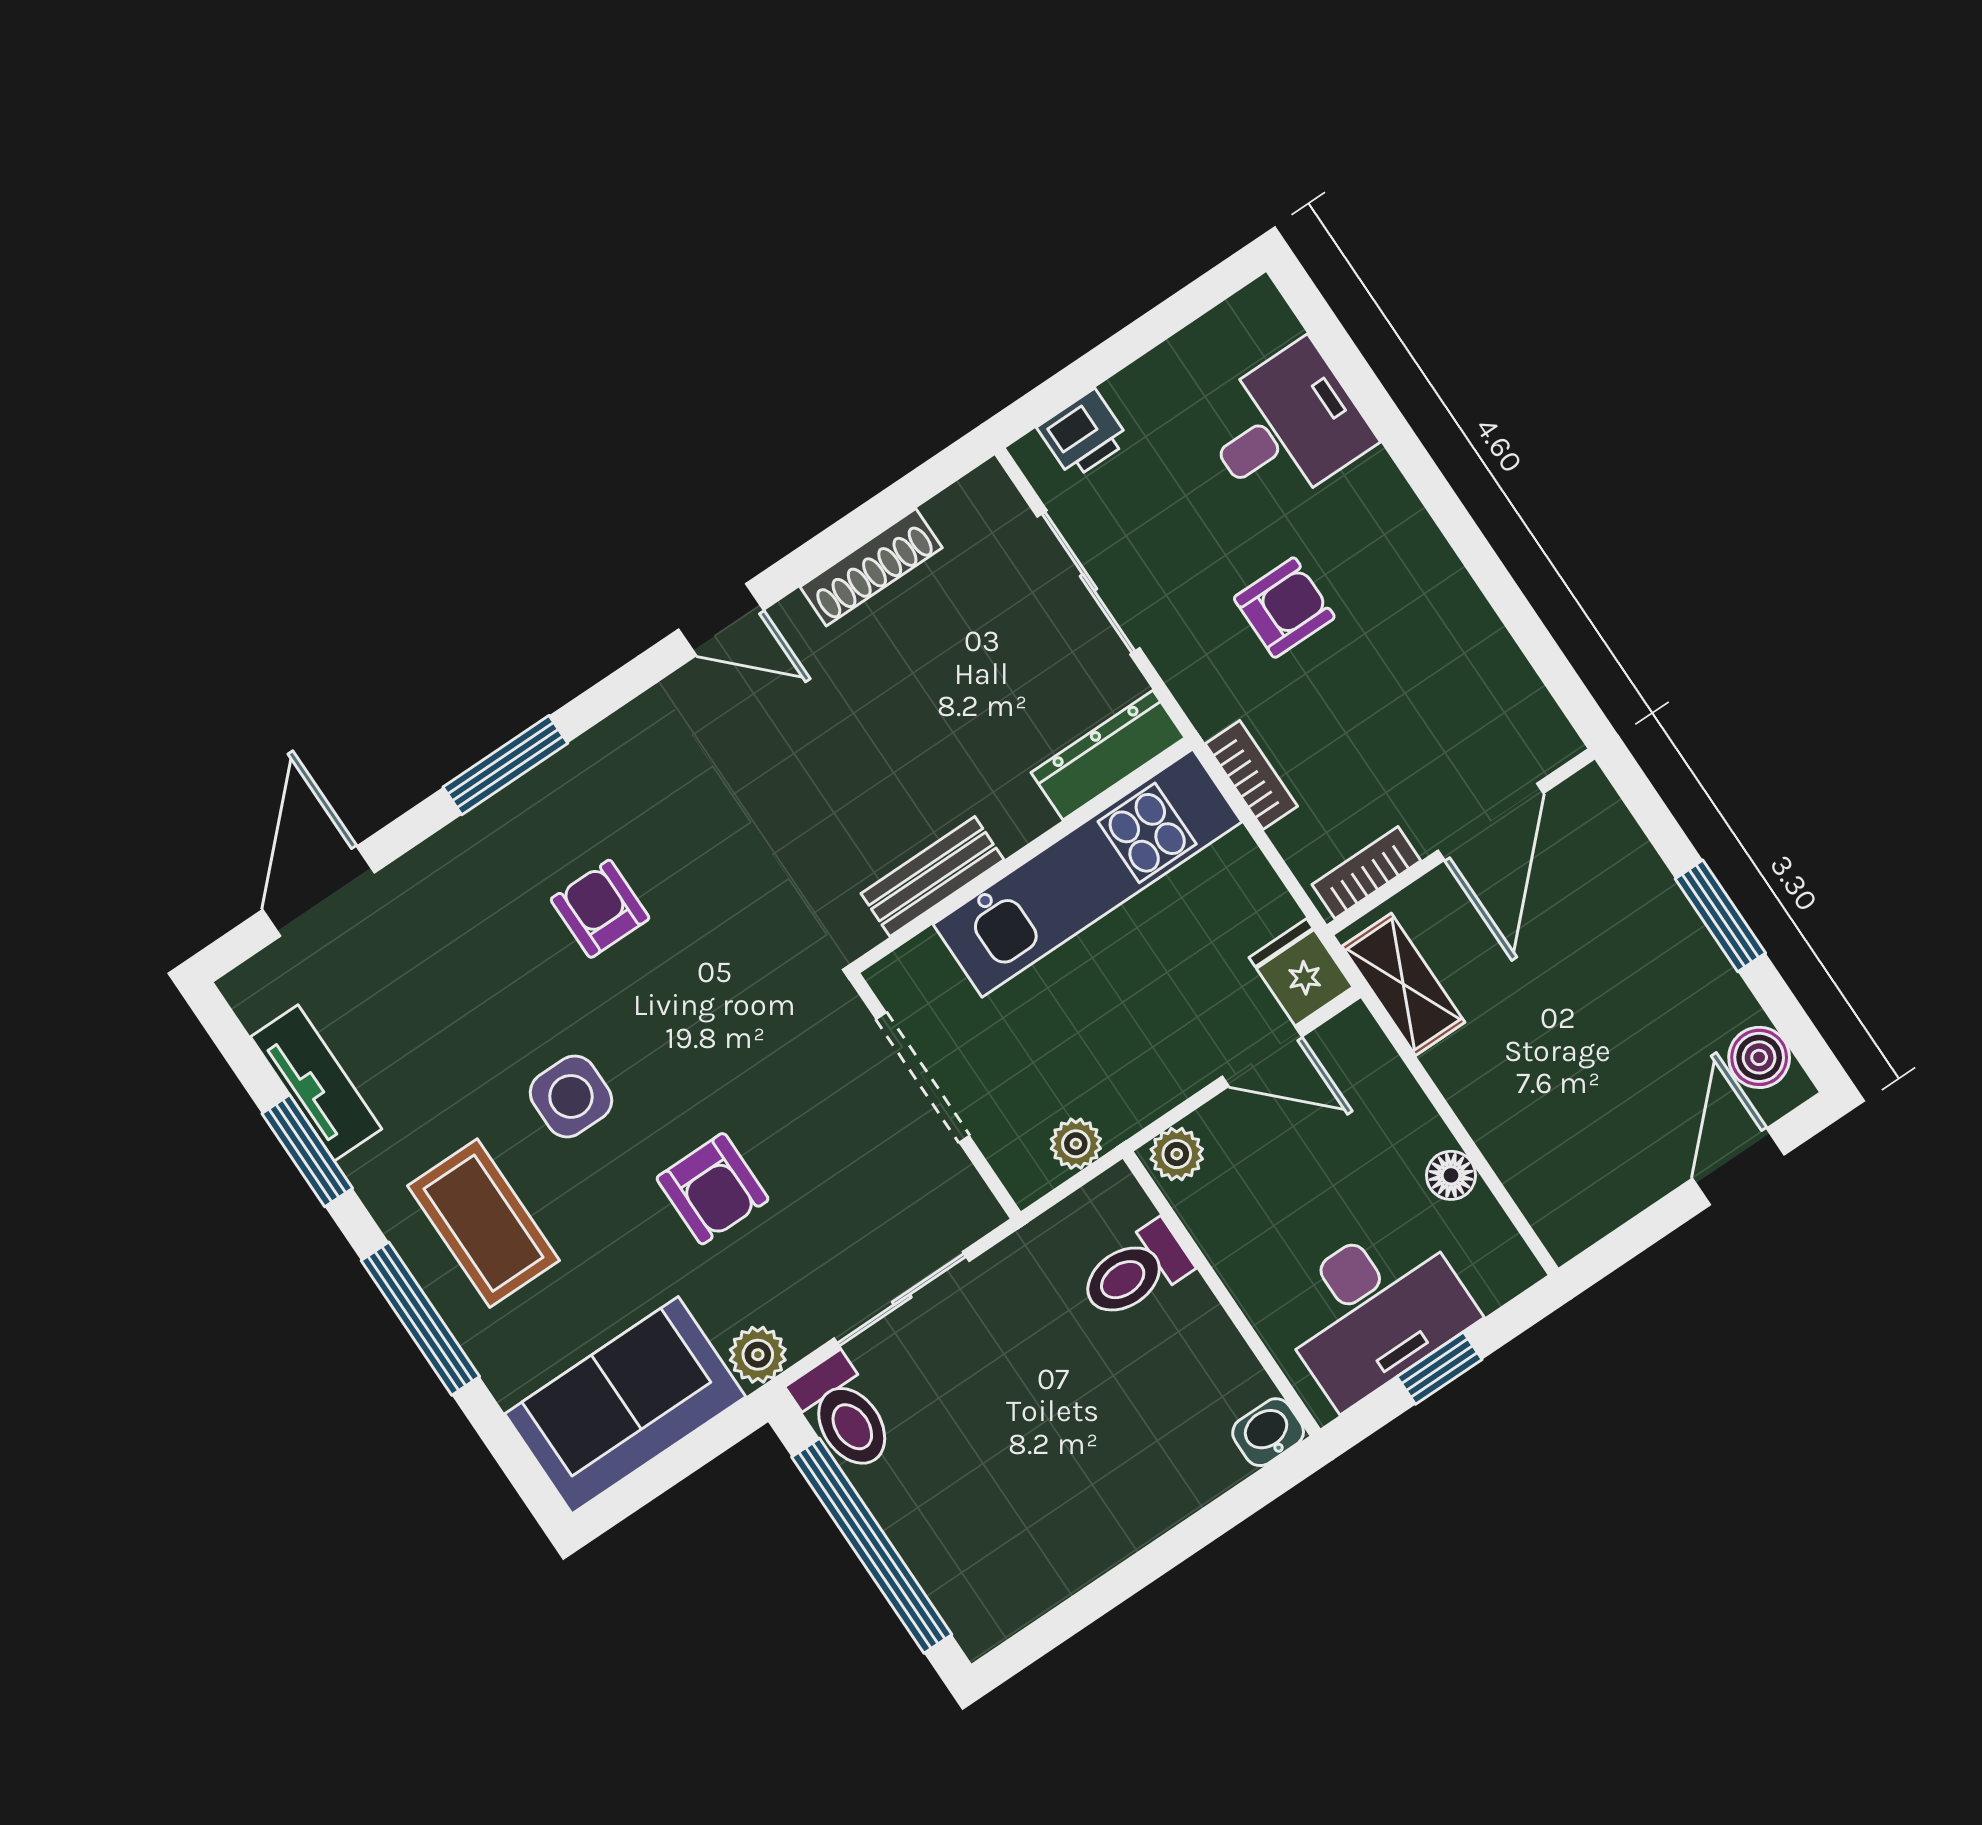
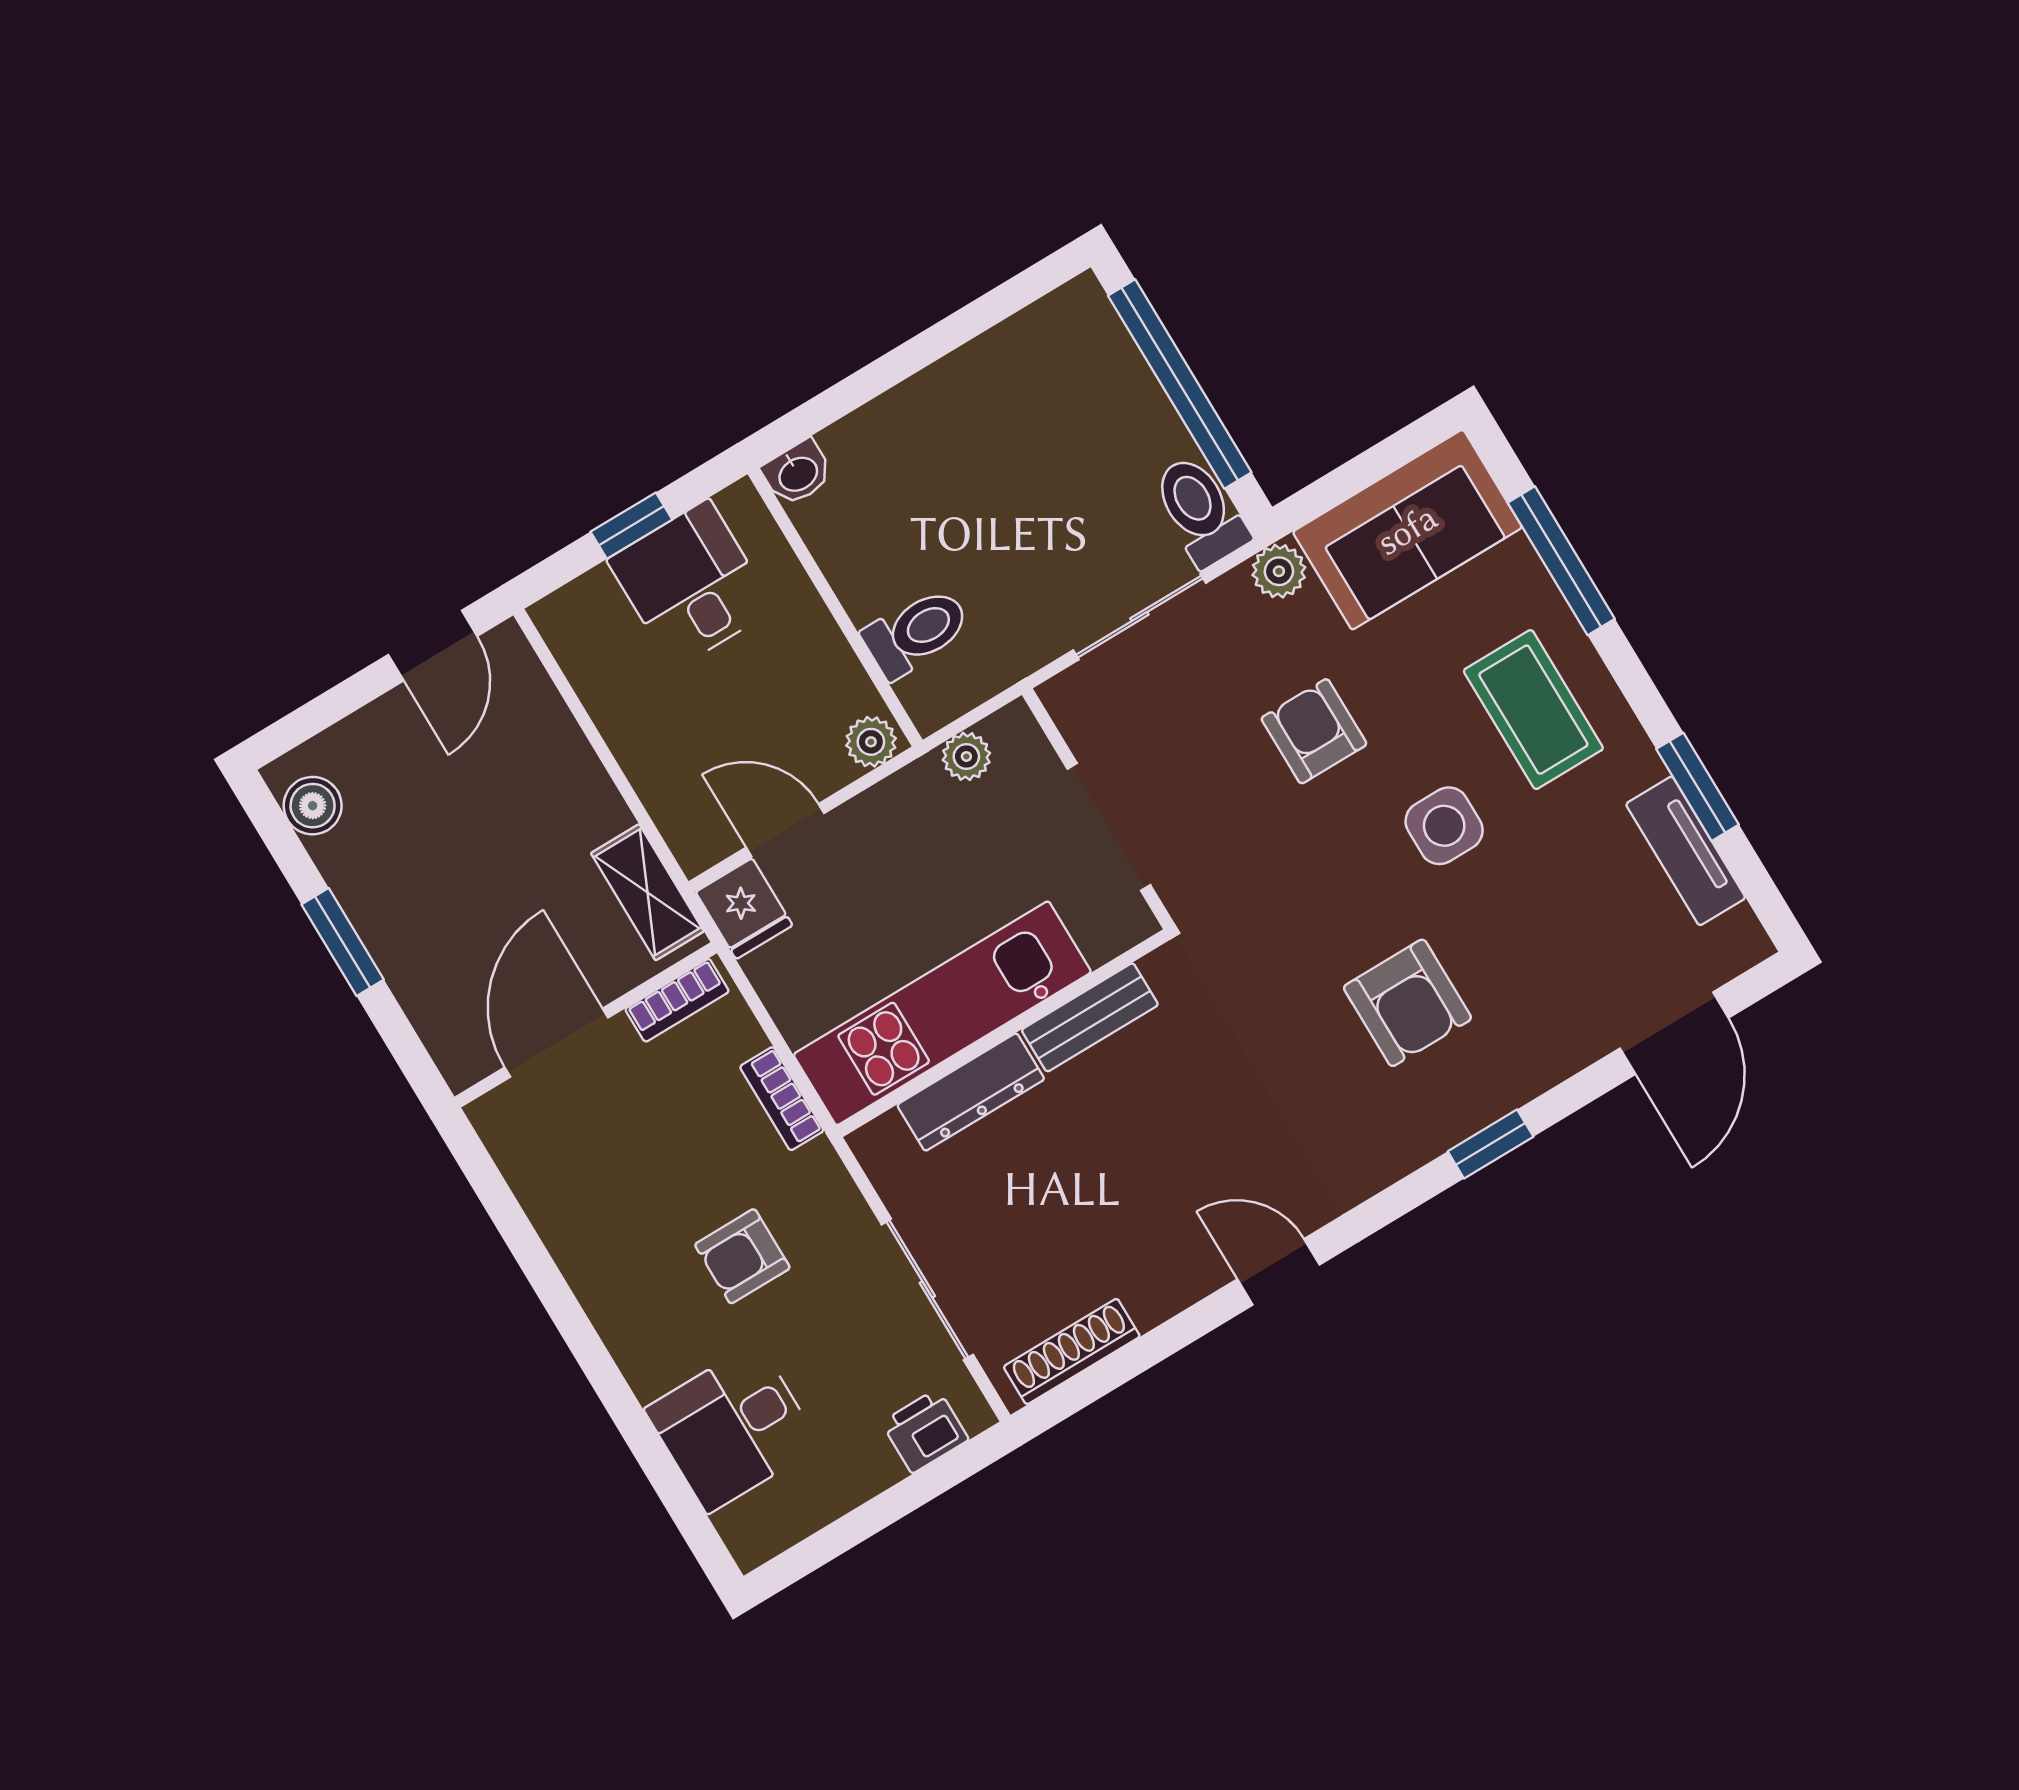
shoe rack: (871, 567) -> (1072, 1352), moved
dresser: (1108, 755) -> (971, 1092), moved
window: (505, 765) -> (1491, 1144), width x0.67
armchair: (600, 909) -> (1407, 1003), width x1.38, depth x1.38
door: (1738, 1166) -> (433, 646), moved
floor lamp: (1451, 1175) -> (611, 708), removed
desk: (1374, 1310) -> (691, 584), width x0.73
window: (420, 1319) -> (1561, 561), moved

